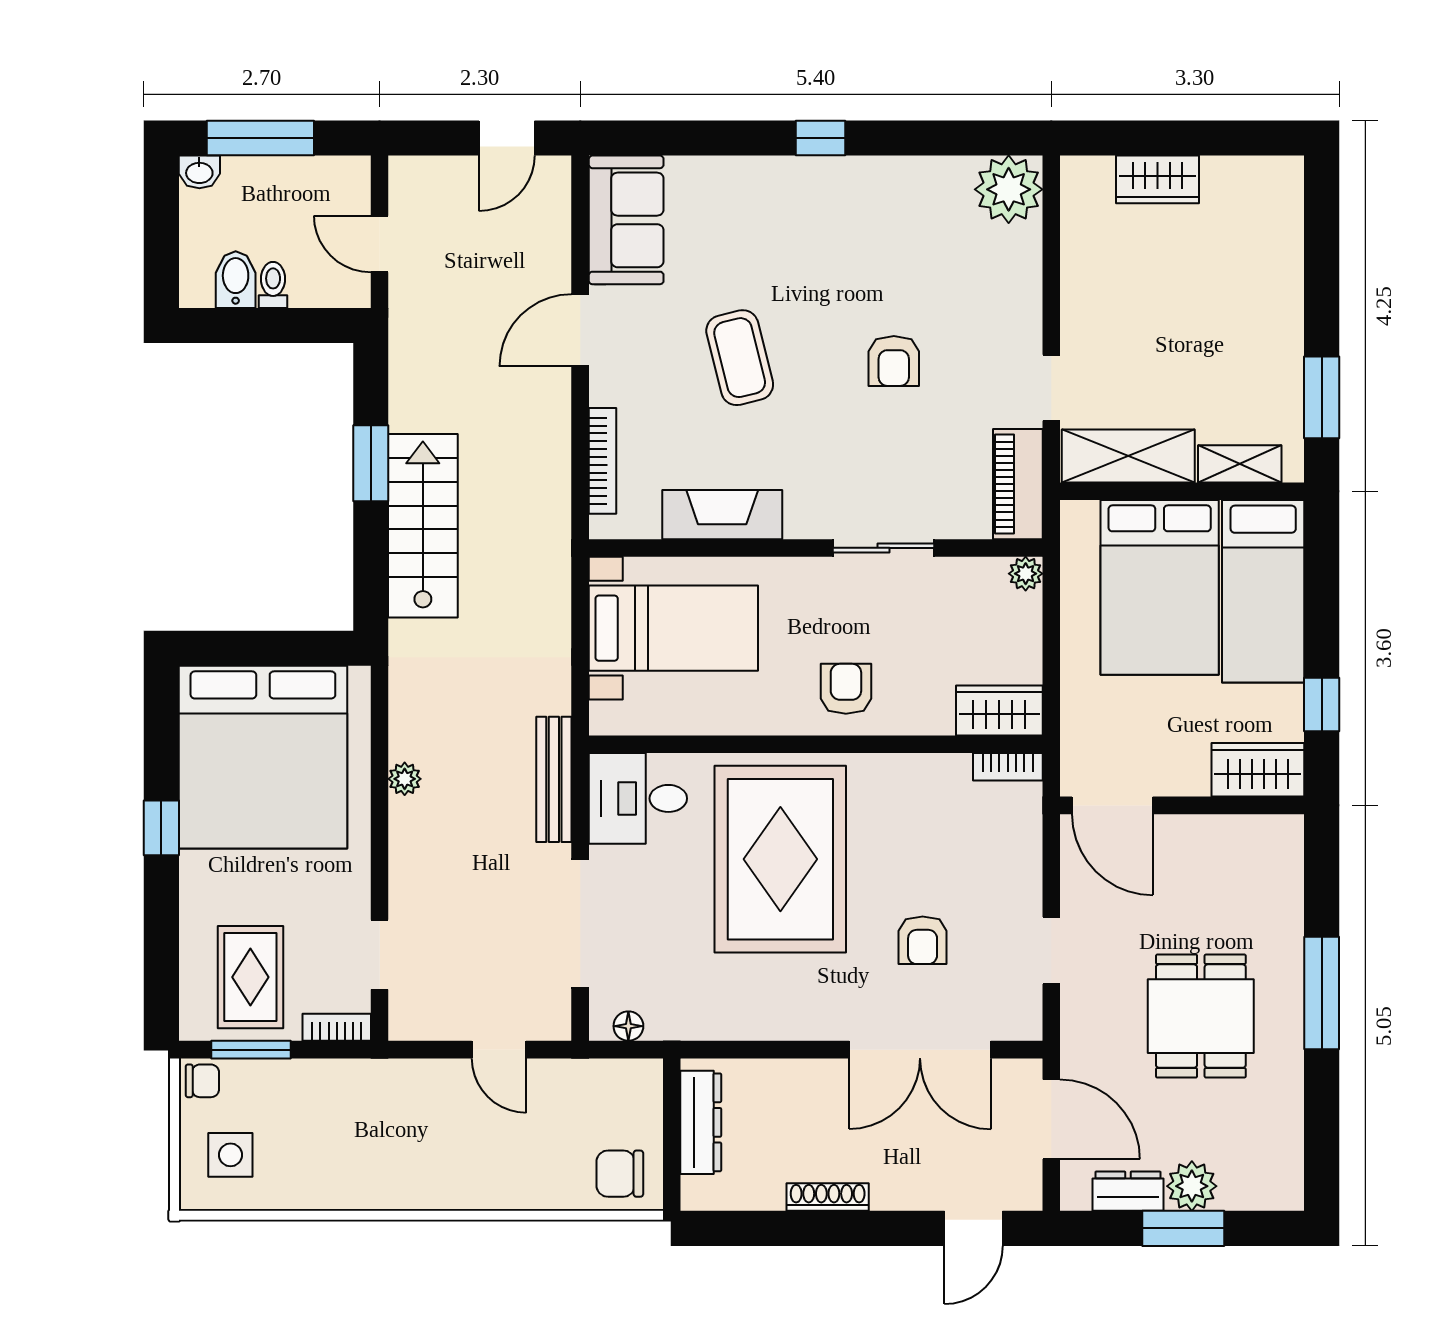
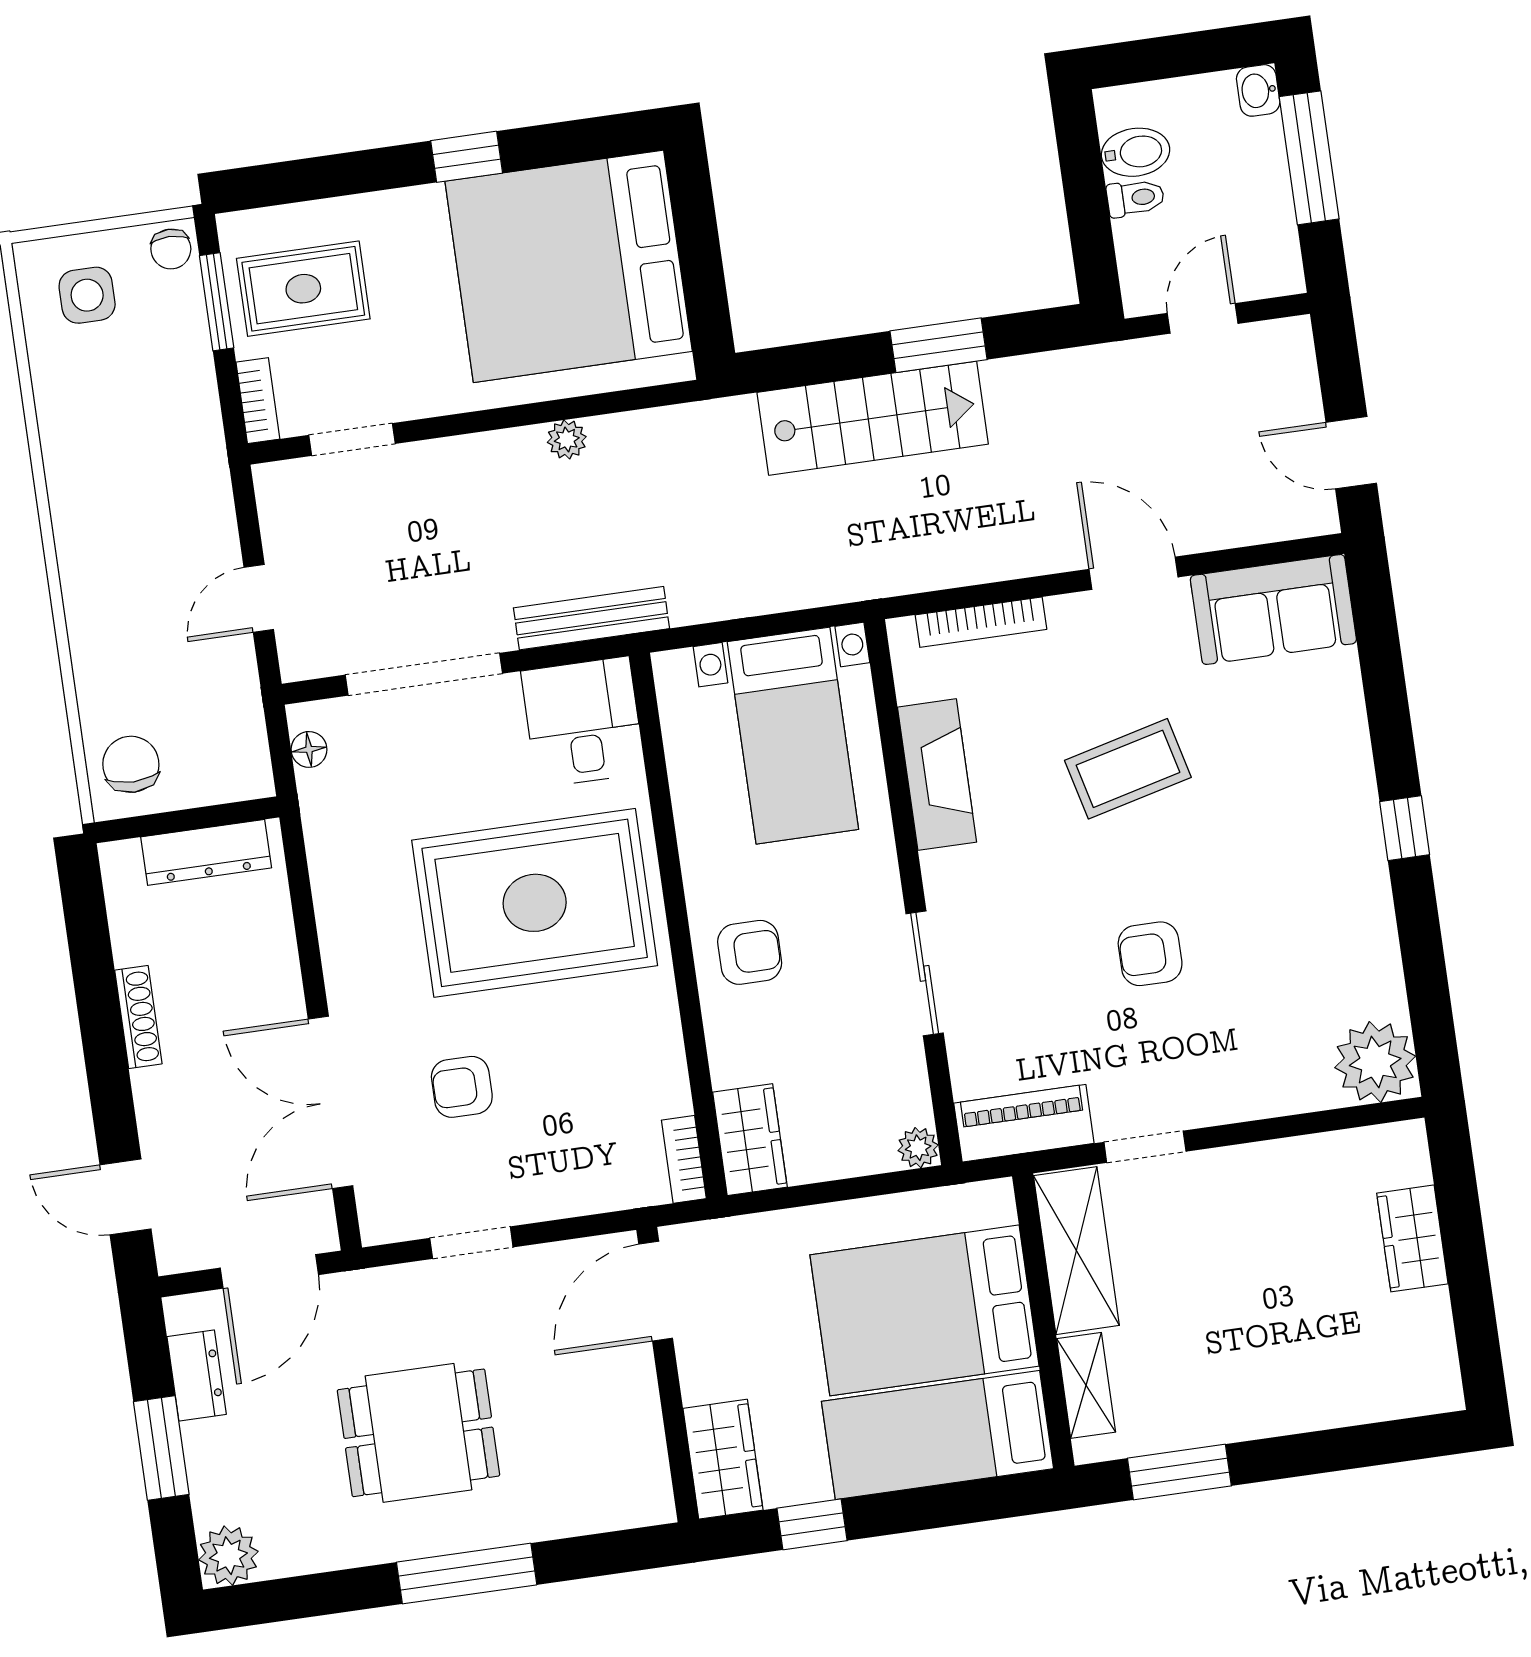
plant: (1192, 1186) -> (228, 1556), moved

